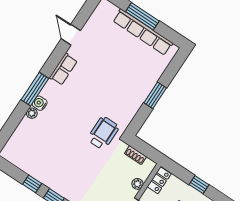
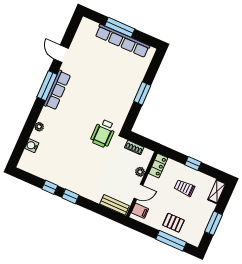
row of seats: (63, 69) -> (57, 90), width x1.48
window: (35, 89) -> (47, 86), moved
water cooler: (40, 103) -> (32, 146), moved
wheelchair: (103, 133) -> (103, 133), turned 180

